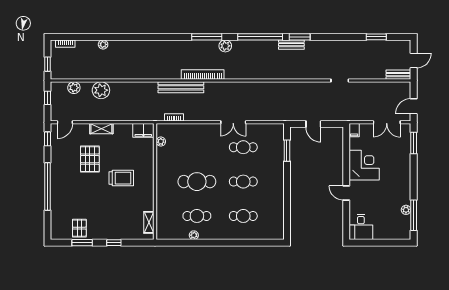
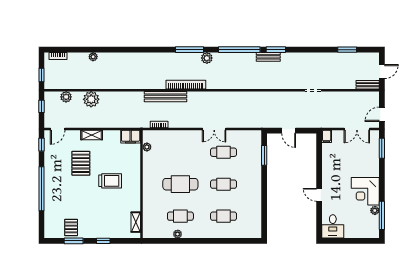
corner desk: (364, 165) -> (365, 191), moved, turned 180

